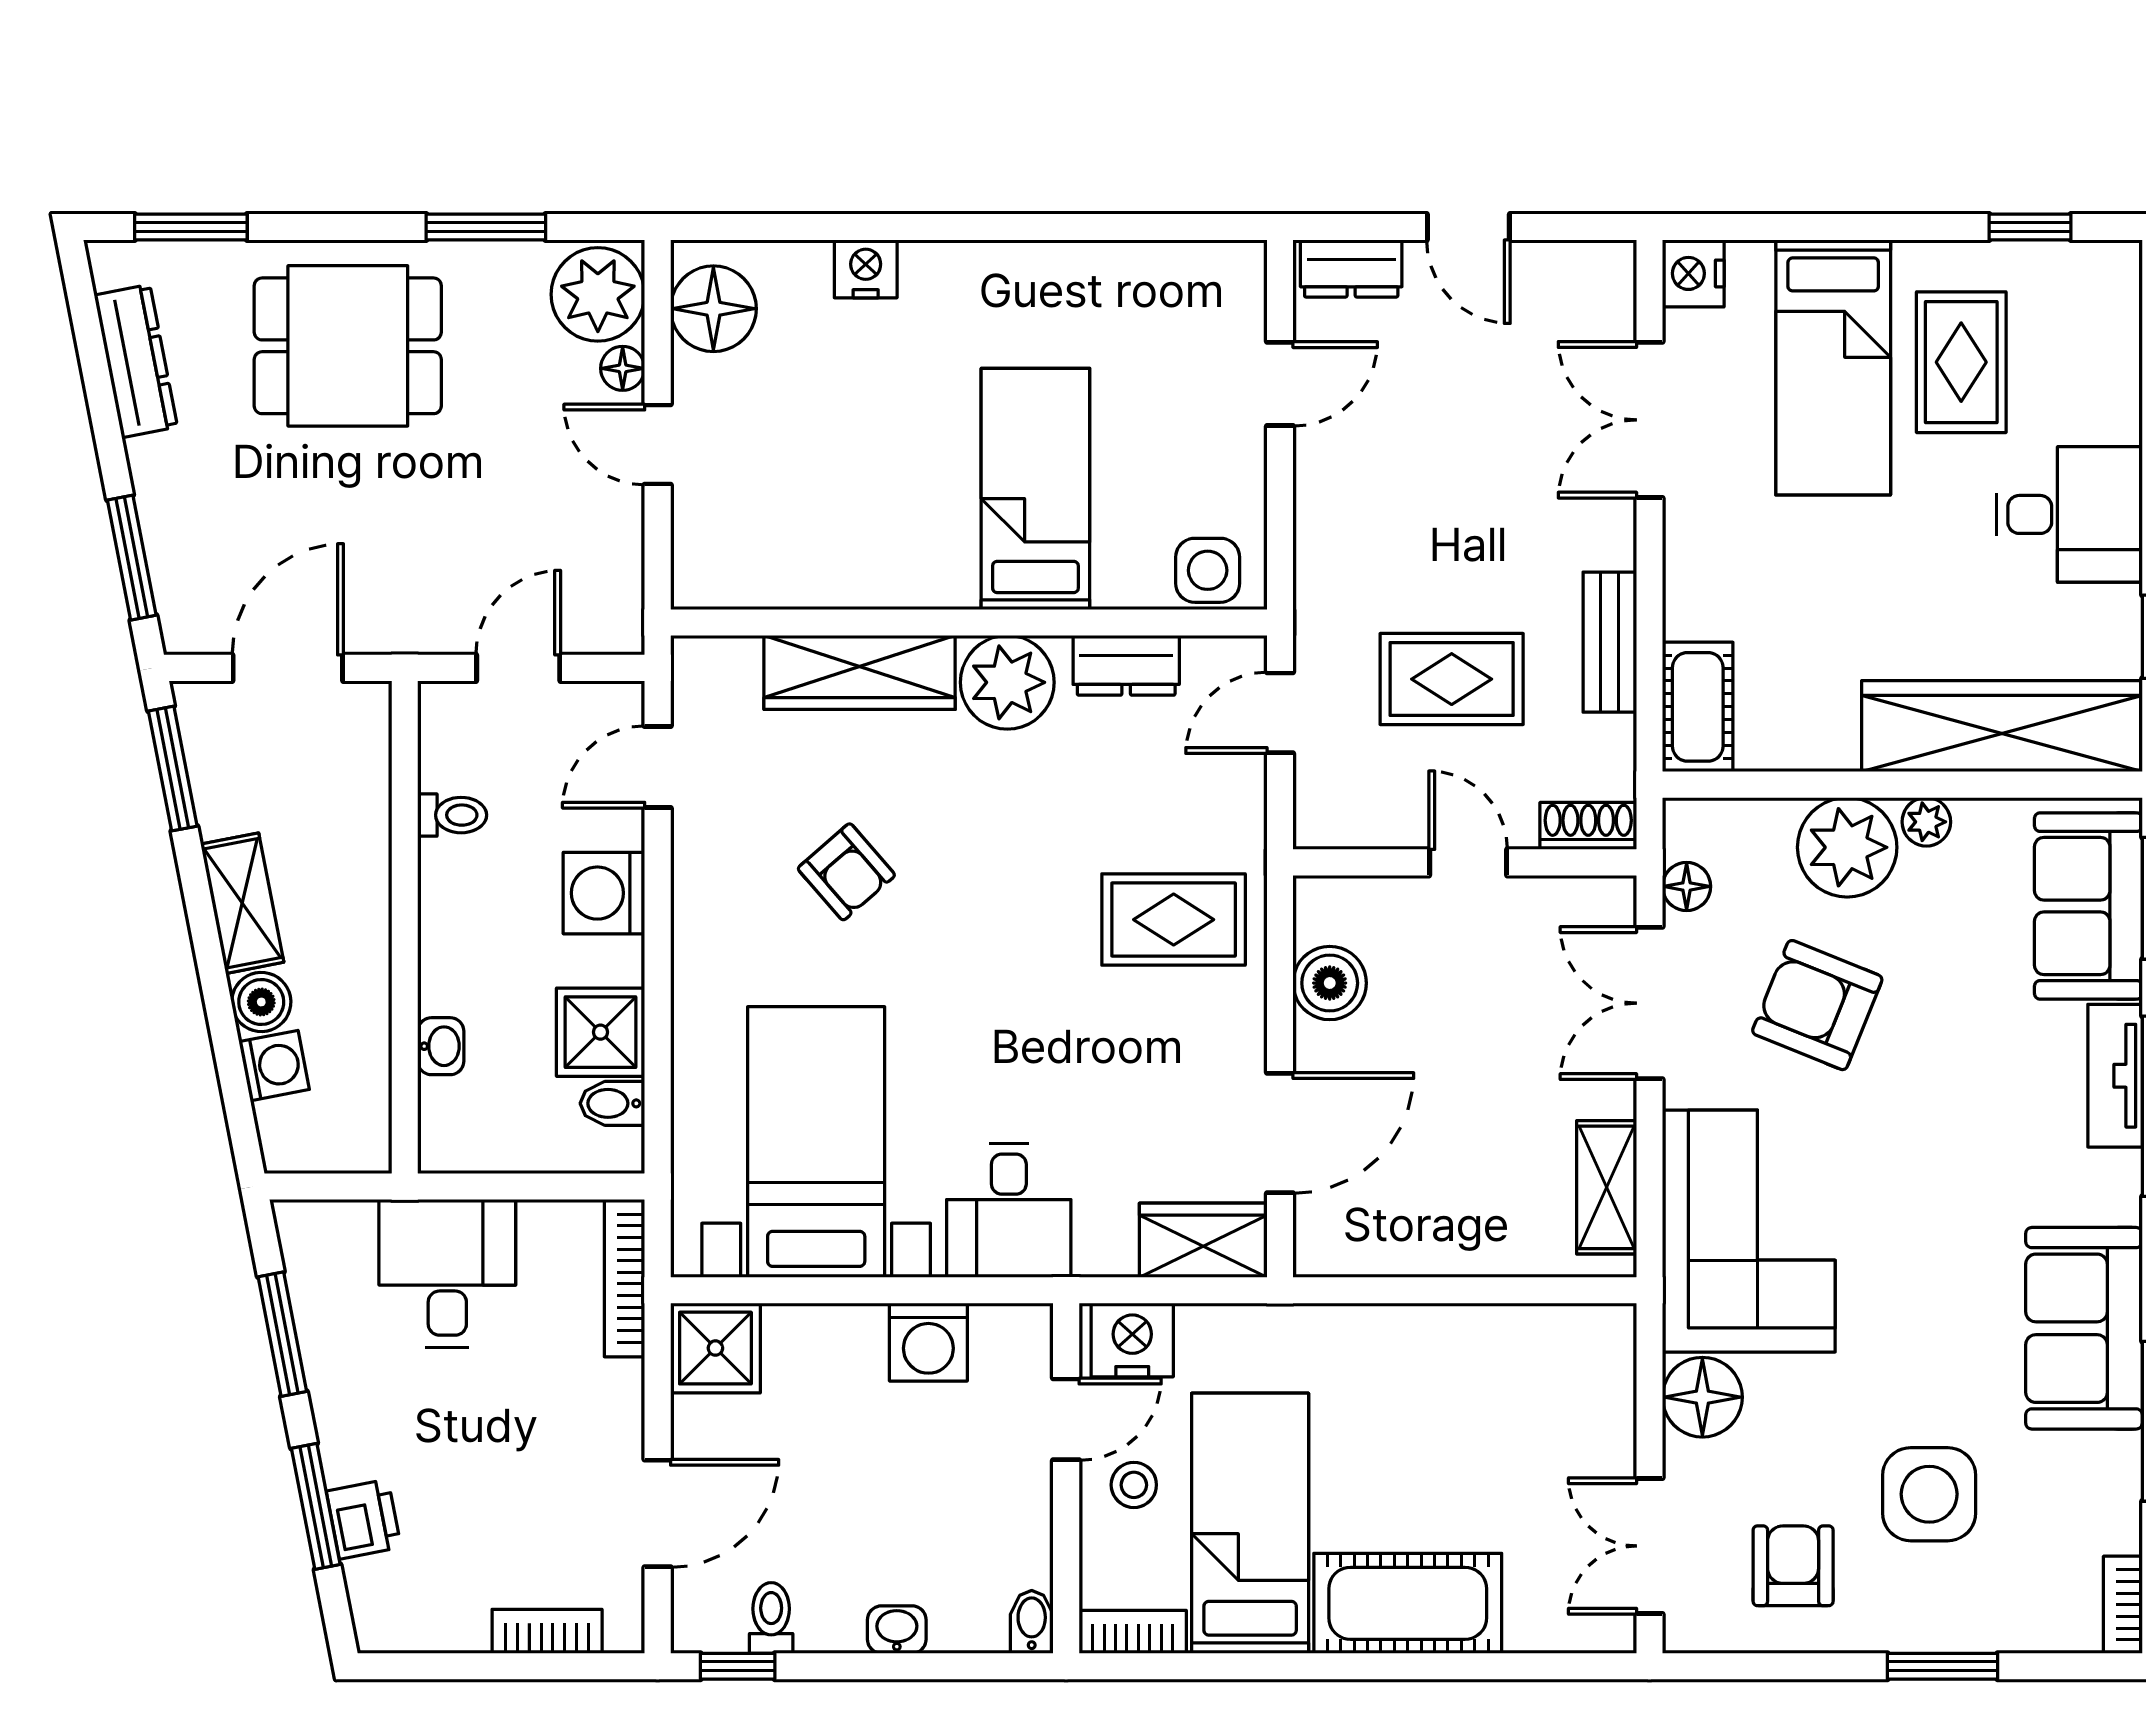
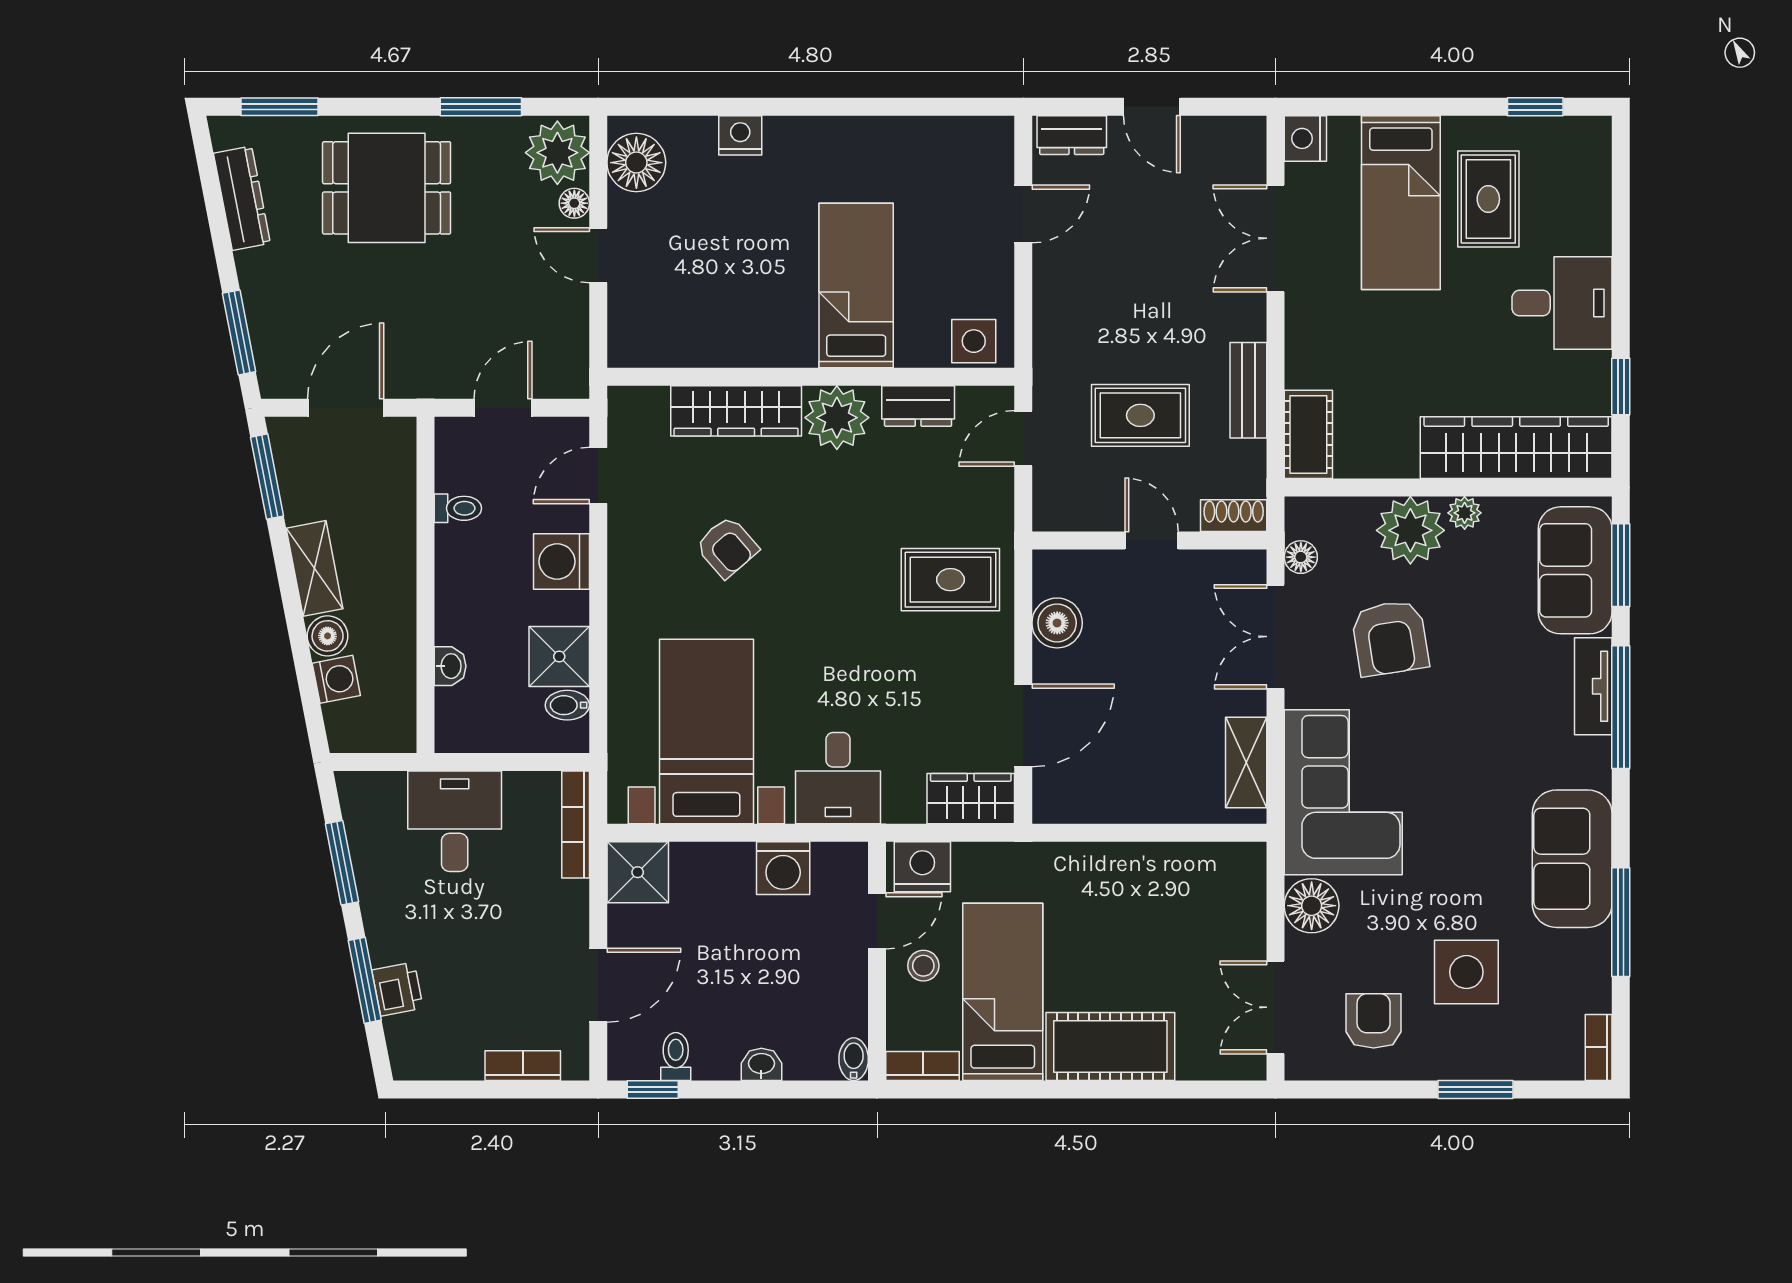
armchair: (1817, 1005) -> (1390, 638), turned -121

